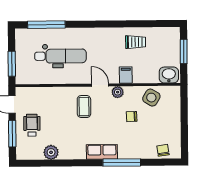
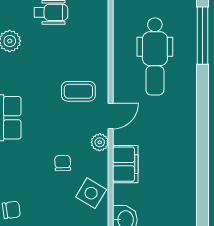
trolley: (136, 42) -> (175, 170), removed
filing cabinet: (126, 75) -> (125, 164), width x2.00

